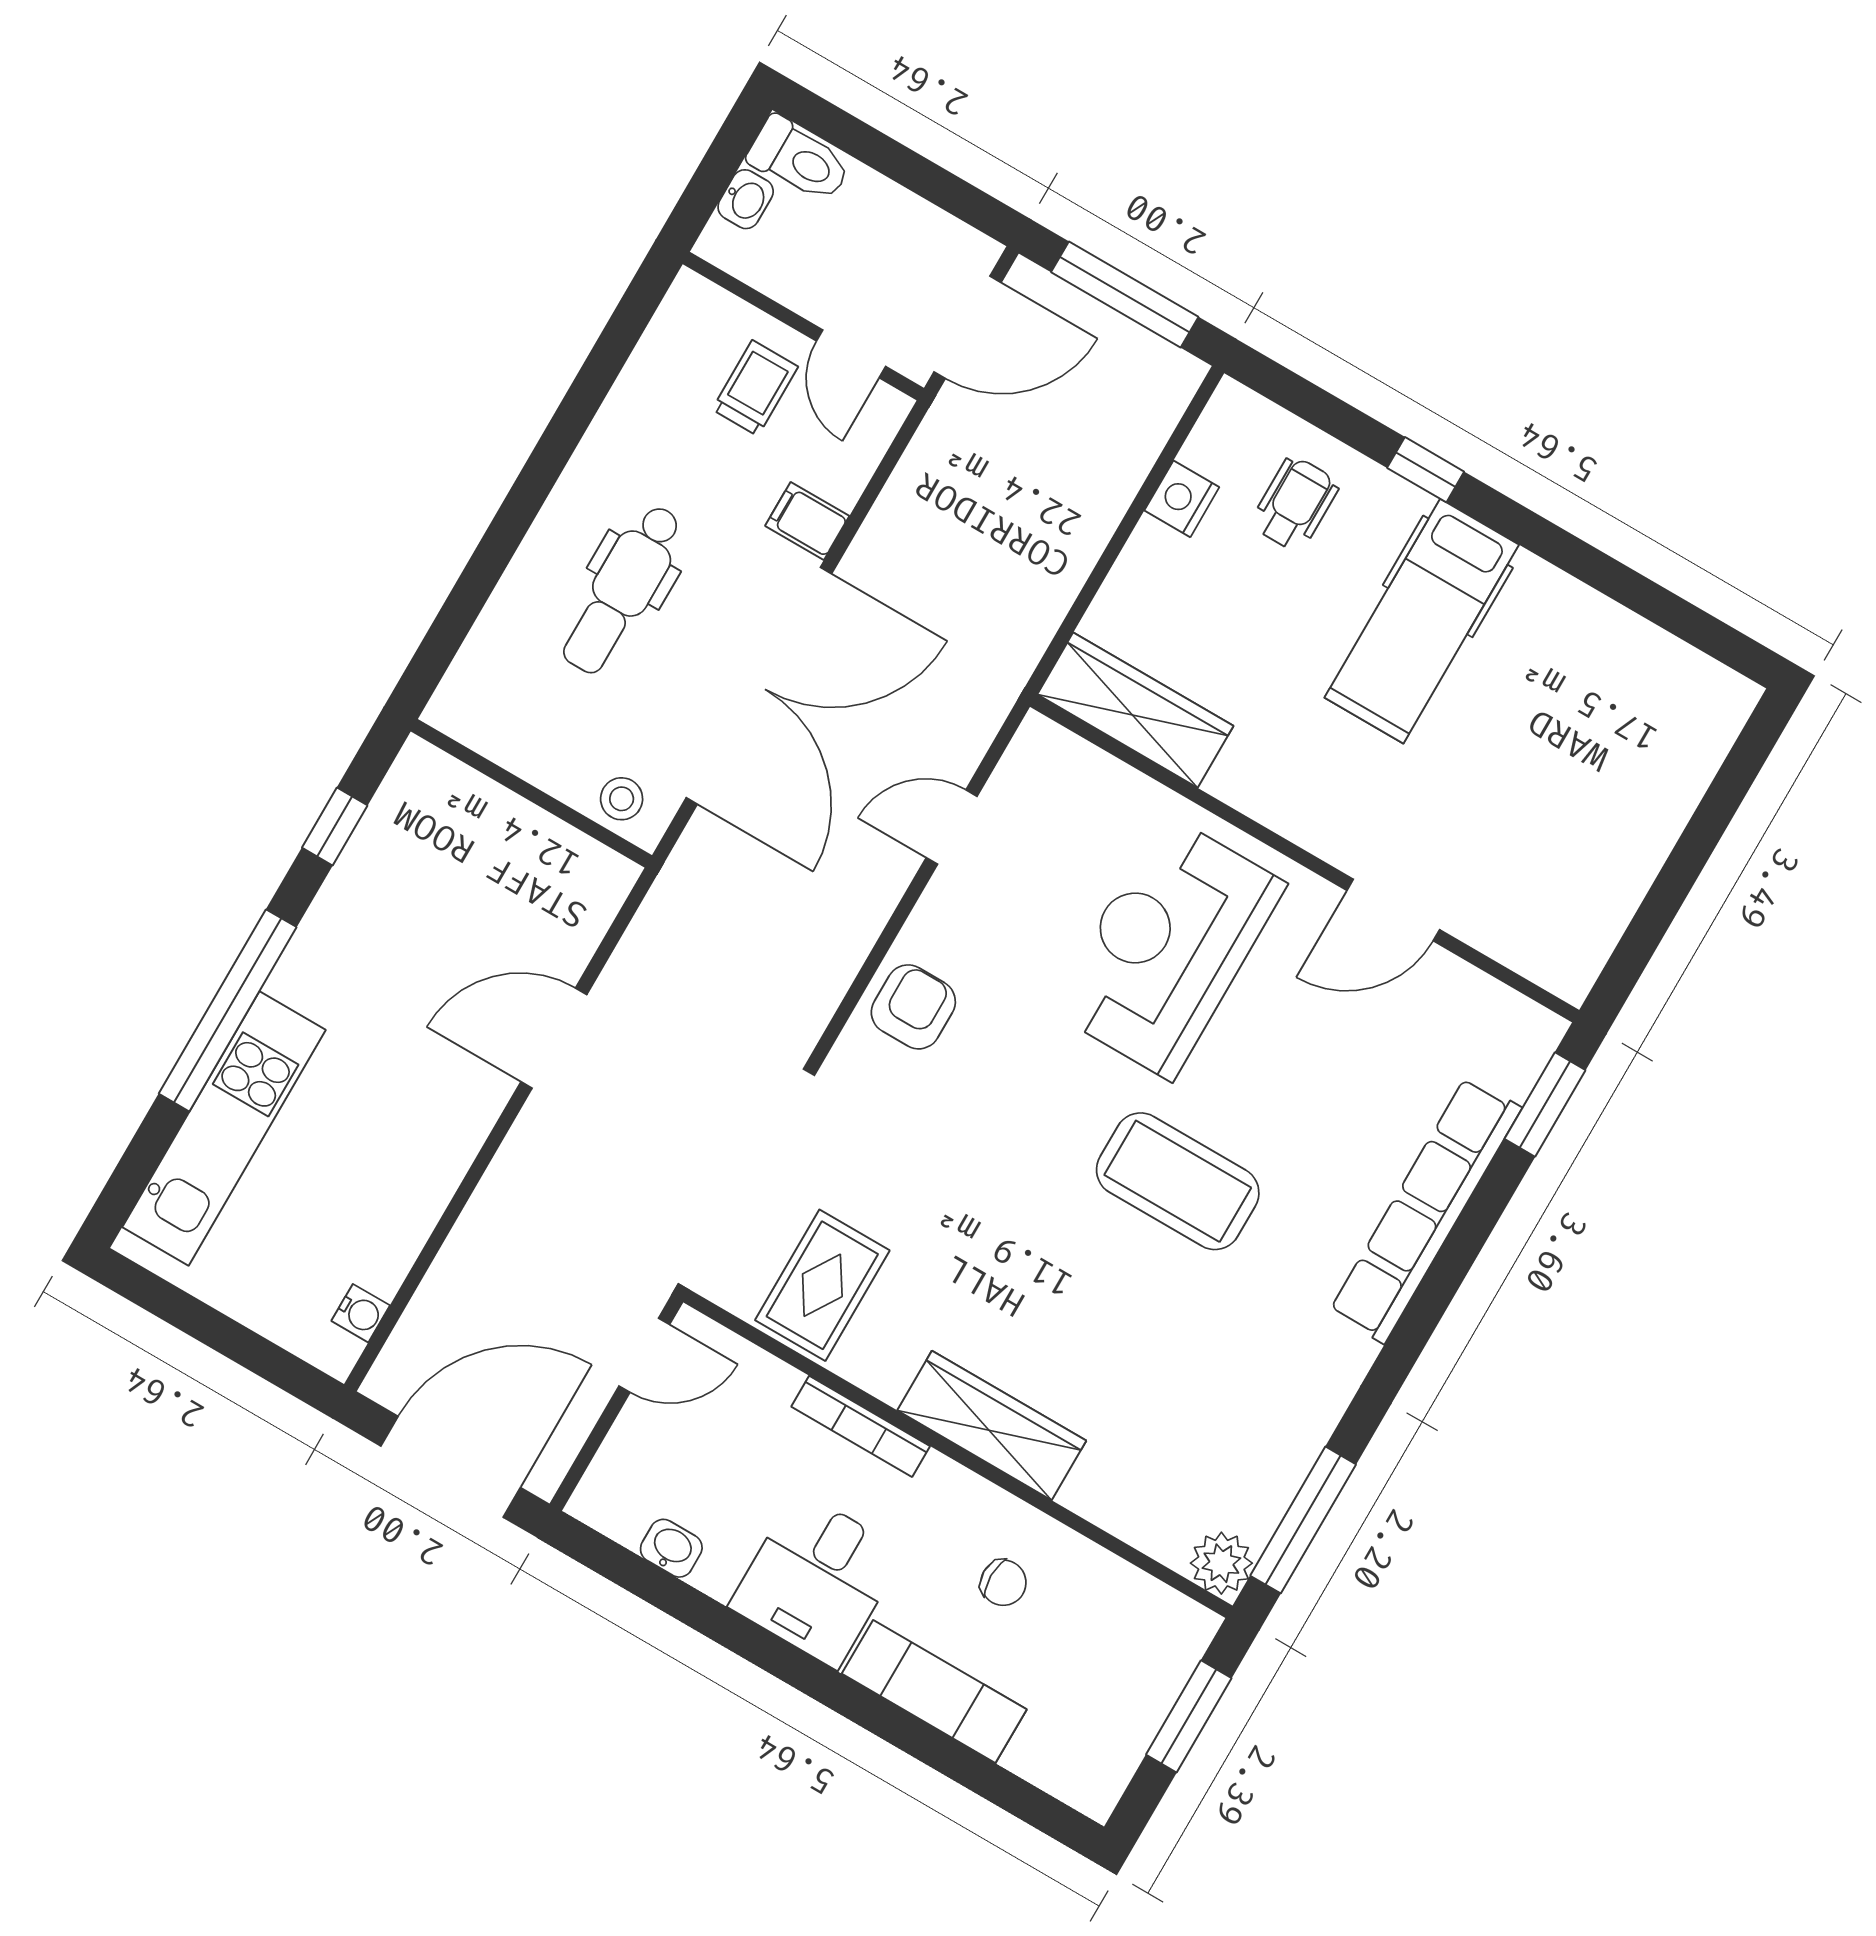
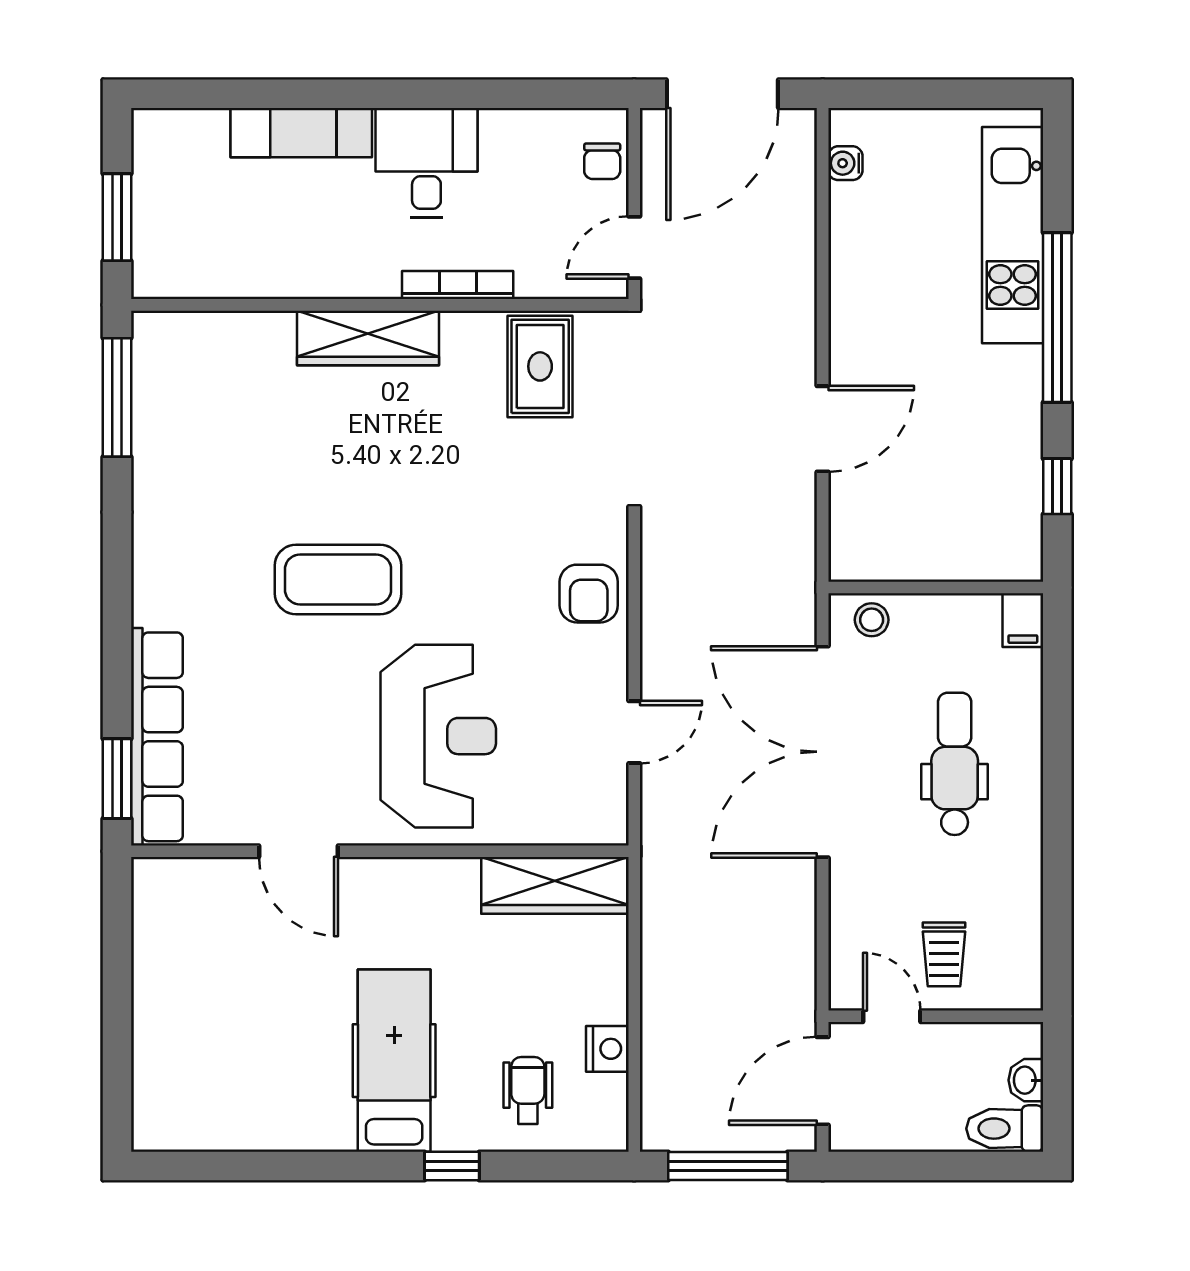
wheelchair: (1295, 504) -> (528, 1090), turned 180
filing cabinet: (807, 521) -> (1023, 620), moved, turned 90
door: (1393, 910) -> (298, 851), swing flipped
row of seats: (1425, 1210) -> (157, 737), moved
washbasin: (671, 1548) -> (539, 126), removed
plant: (1221, 1563) -> (156, 335), removed
chair: (1003, 1583) -> (602, 161), moved, turned -90

